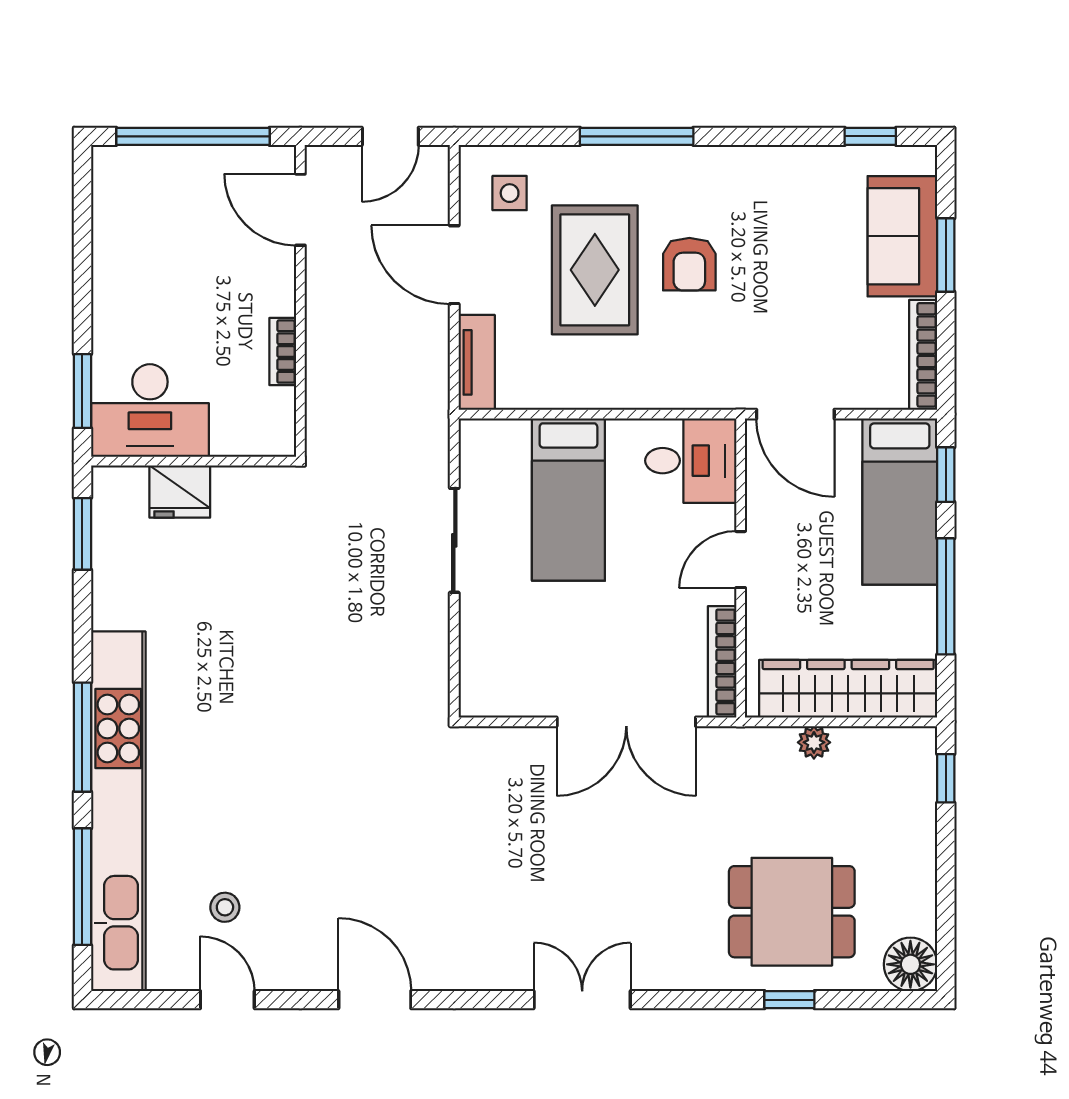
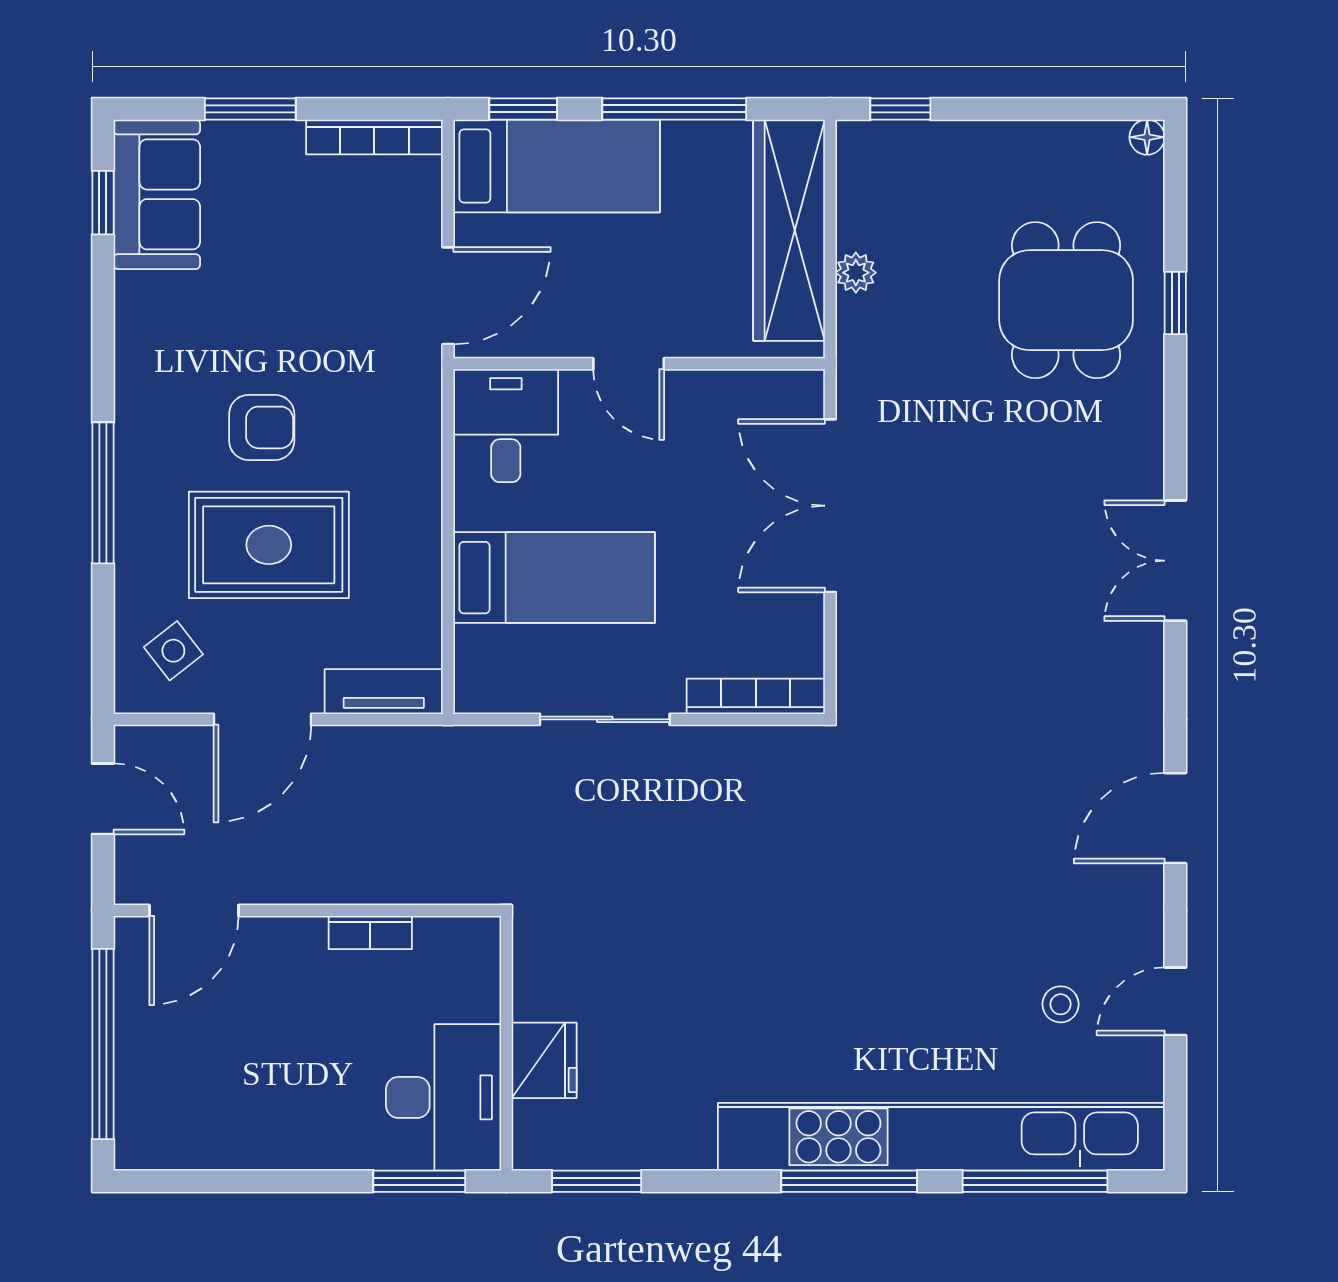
side table: (510, 193) -> (173, 651), turned -38
sofa: (902, 236) -> (157, 194), moved, turned -90
bookcase: (722, 662) -> (756, 696), moved, turned 180
double door: (626, 722) -> (830, 506), swing flipped
floor lamp: (910, 964) -> (1147, 137), width x0.53, depth x0.53

